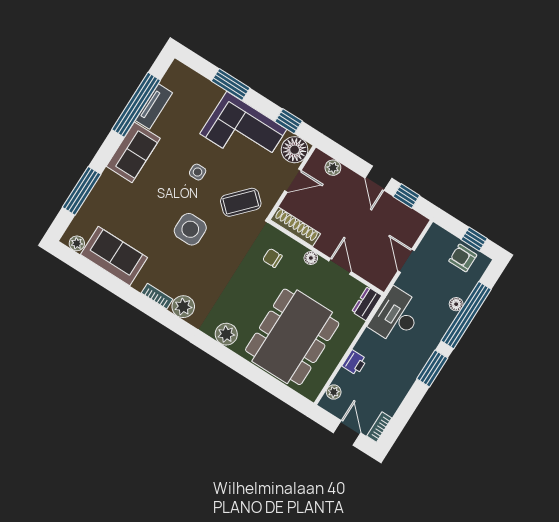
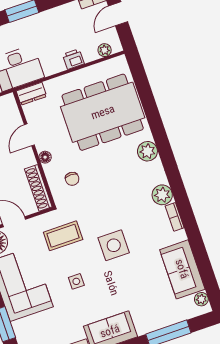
coffee table: (241, 202) -> (63, 236), turned -43

